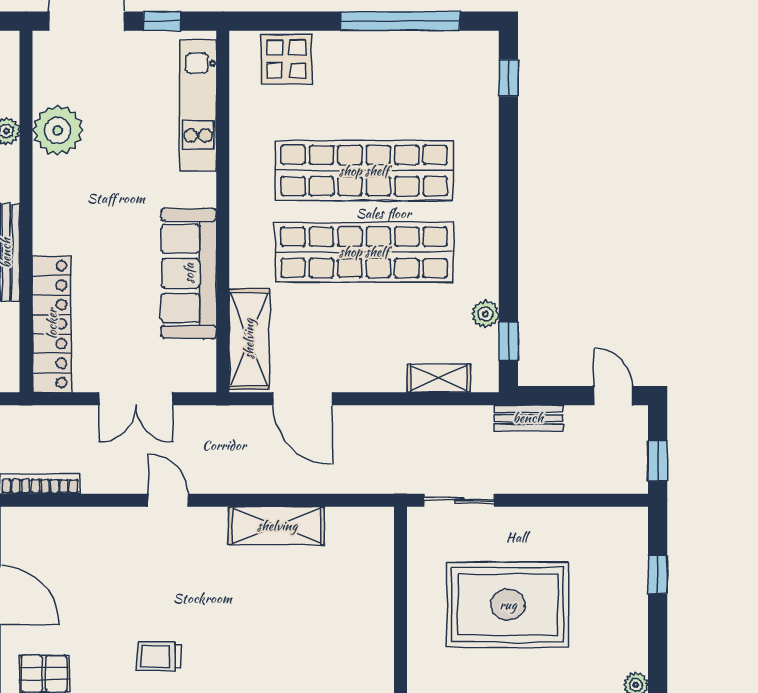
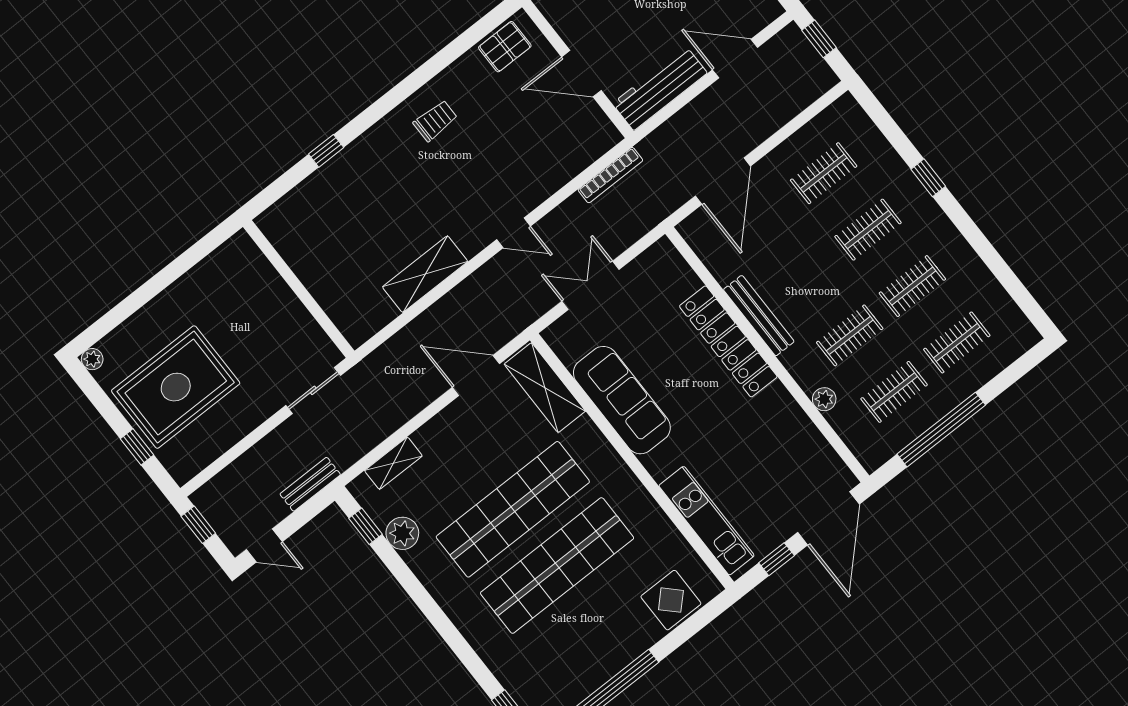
plant: (58, 131) -> (789, 427), removed
plant: (485, 314) -> (402, 533), width x1.38, depth x1.38
locker: (52, 324) -> (728, 341), moved
rug: (508, 605) -> (176, 387), moved

